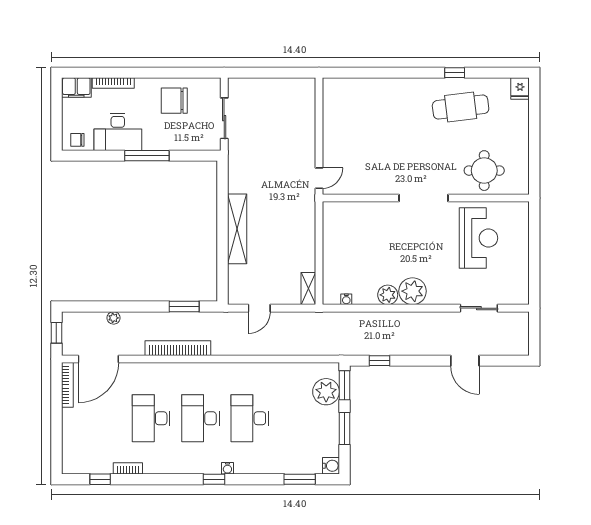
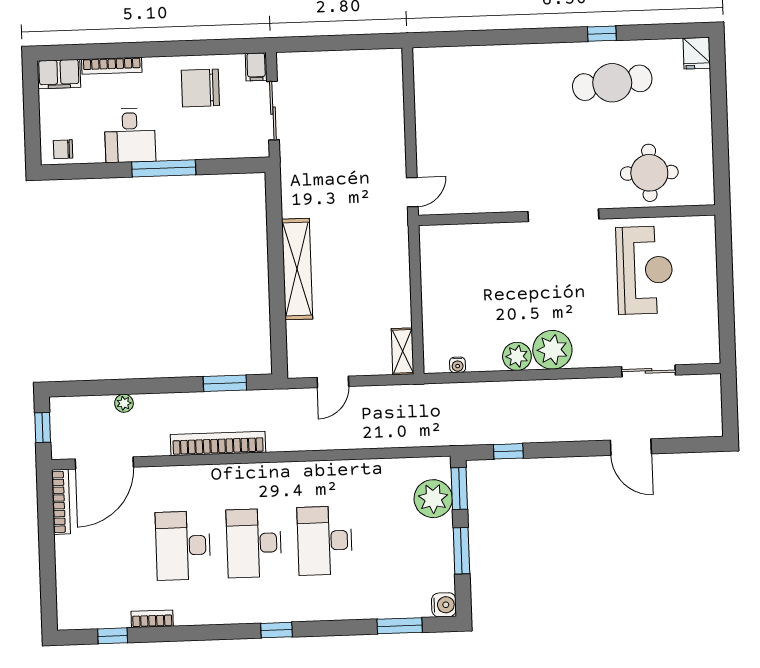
filing cabinet: (214, 87) -> (256, 67), added
desk: (118, 132) -> (130, 135), width x0.73
water cooler: (227, 468) -> (295, 614), removed

